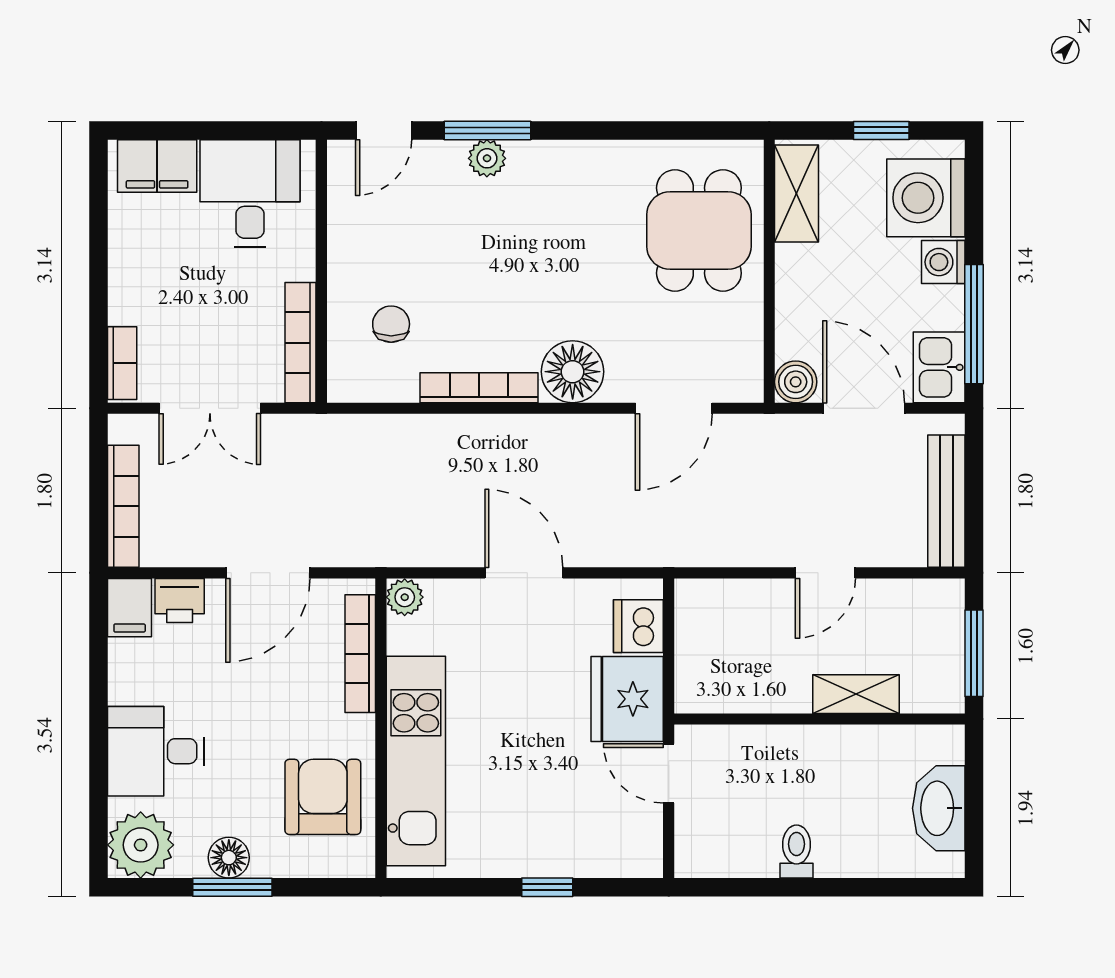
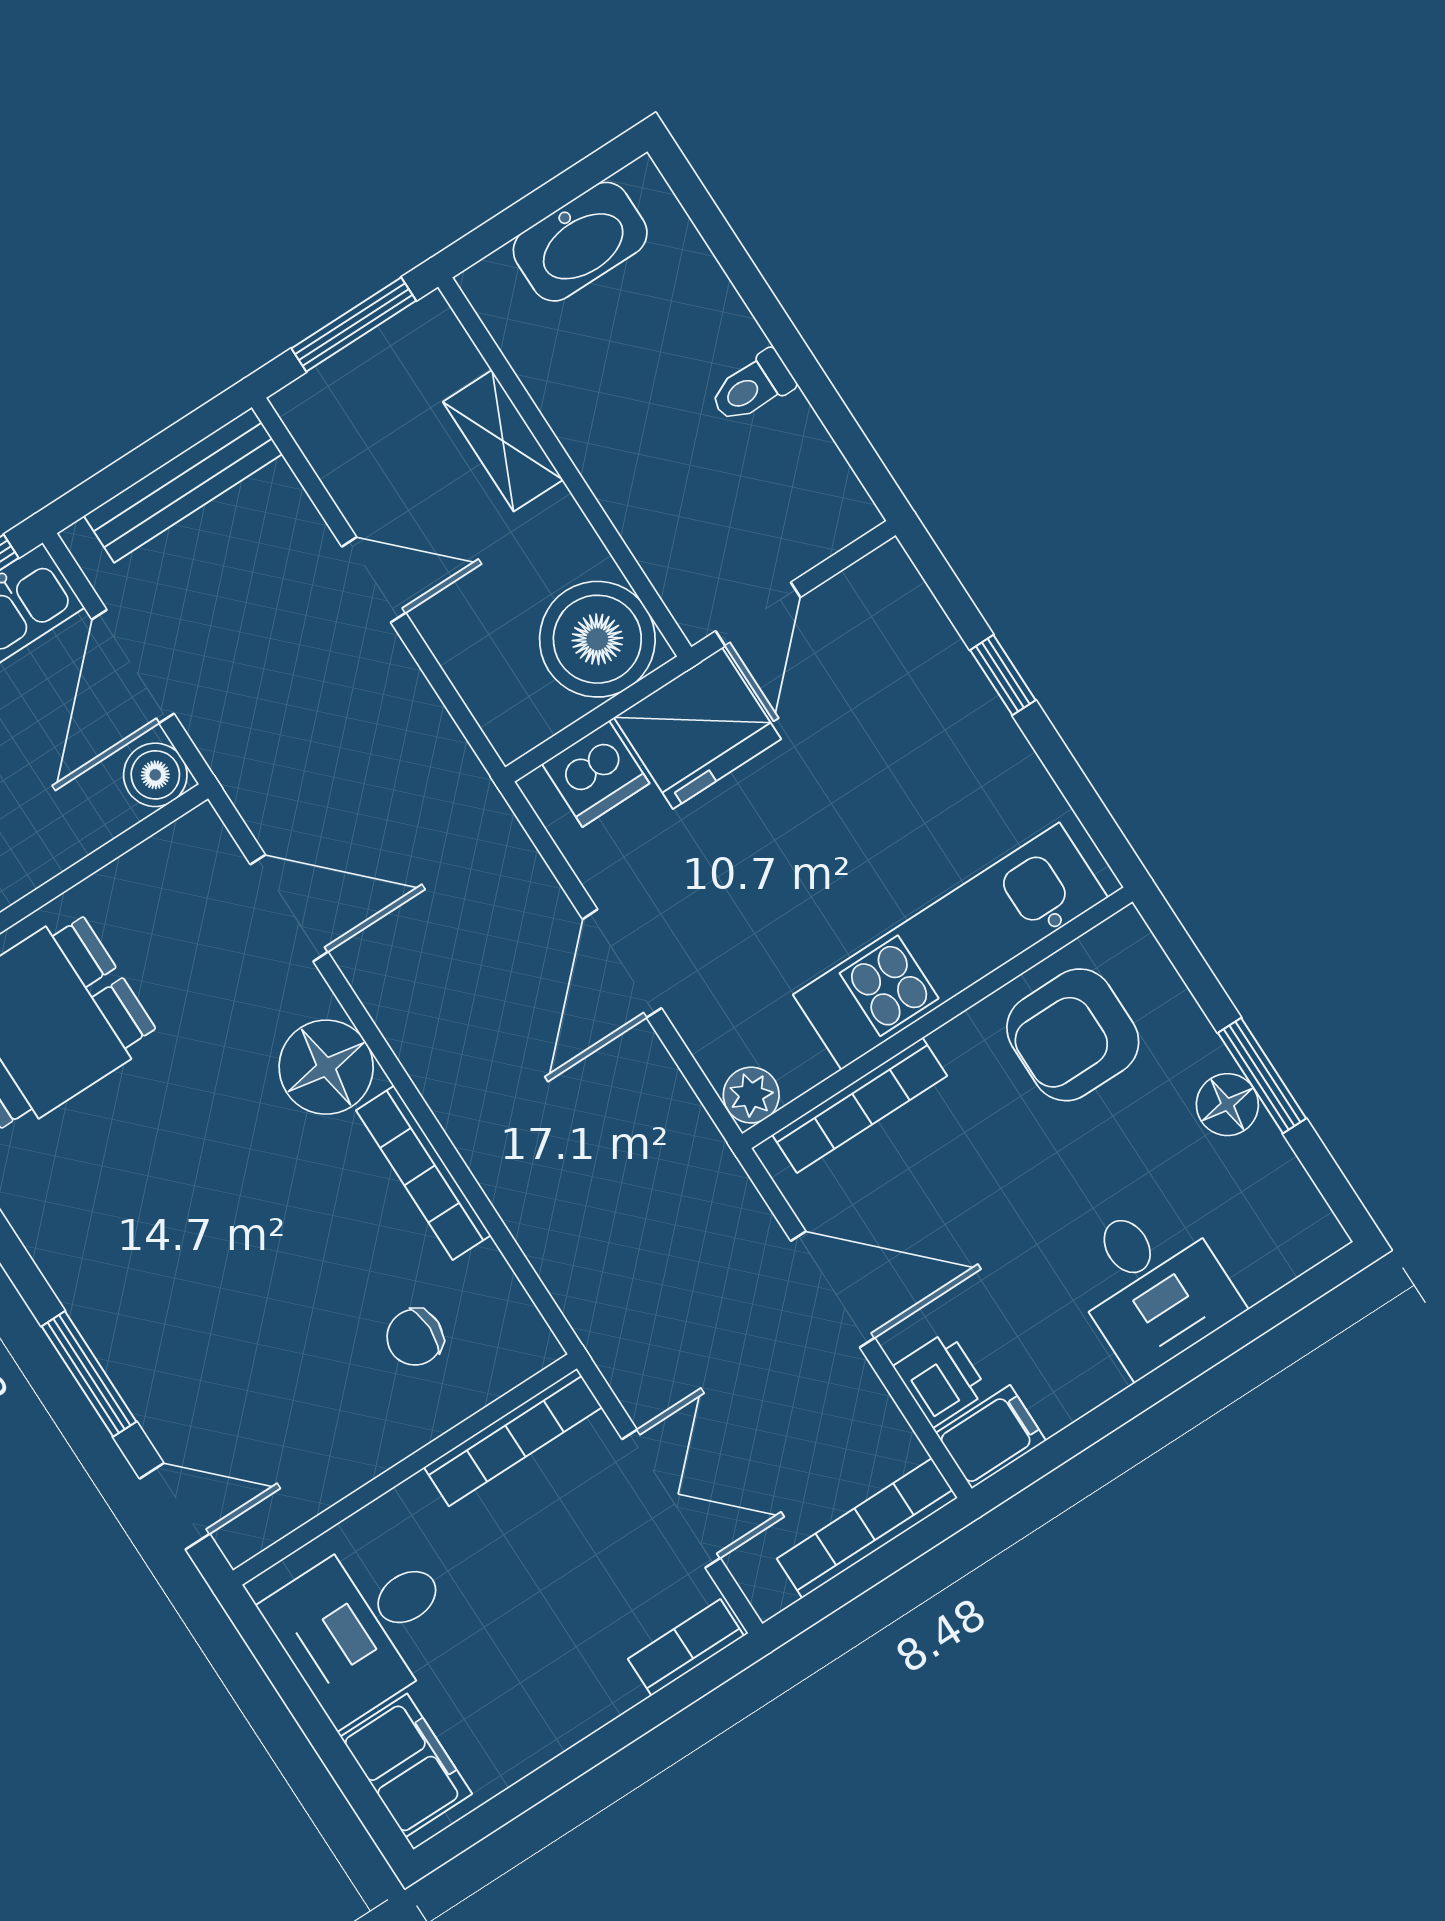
plant: (487, 158) -> (125, 1352), removed
boiler: (712, 675) -> (597, 639), added
plant: (141, 845) -> (1284, 1227), removed

